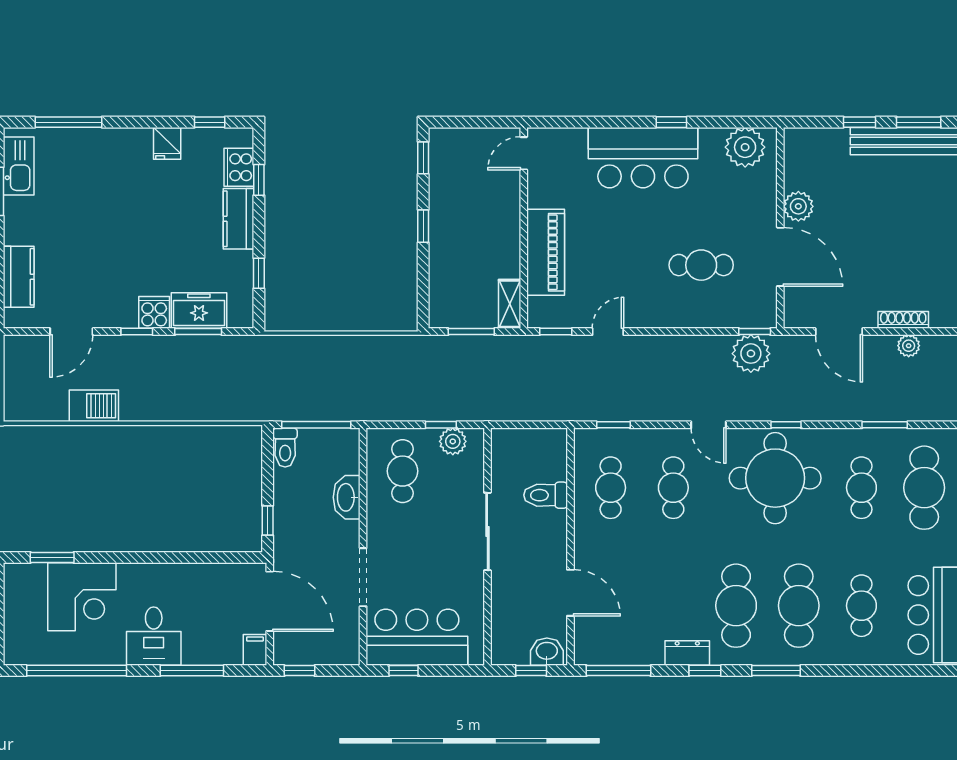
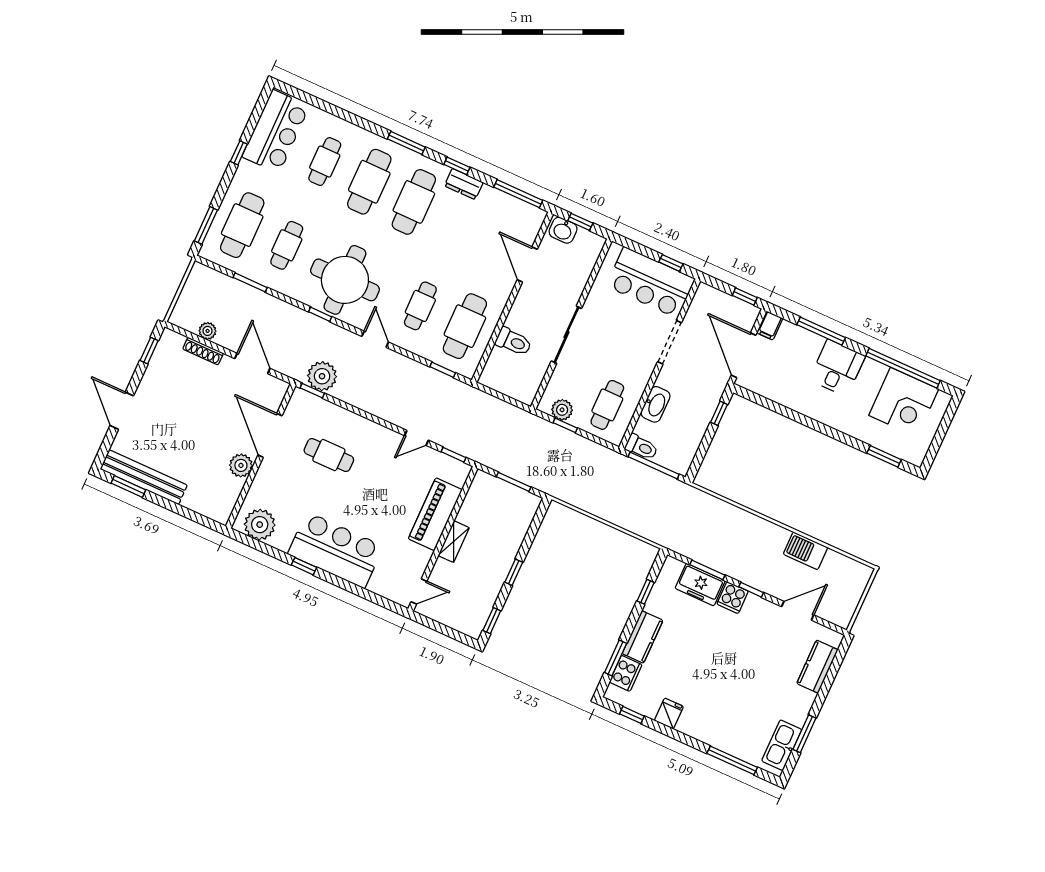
window: (860, 122) -> (170, 506), removed
window: (259, 180) -> (616, 658), width x1.50
shelving: (510, 304) -> (454, 542), moved
toilet: (285, 448) -> (641, 447), moved, turned 90
cafe table: (611, 488) -> (465, 326), width x1.37, depth x1.35
corner desk: (82, 597) -> (904, 402), moved, turned 180

